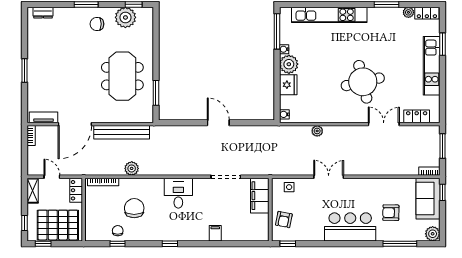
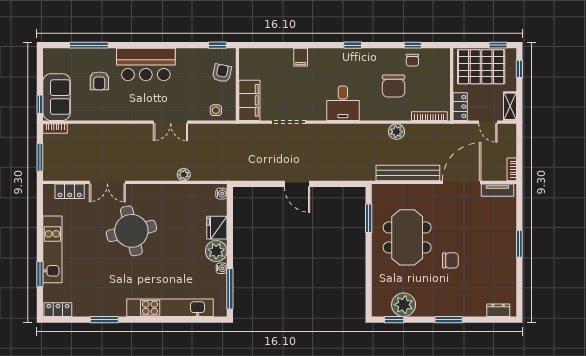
plant: (408, 12) -> (79, 310), removed
chair: (97, 24) -> (450, 260), moved
armchair: (391, 213) -> (99, 81), turned 89
plant: (433, 234) -> (51, 57), removed

